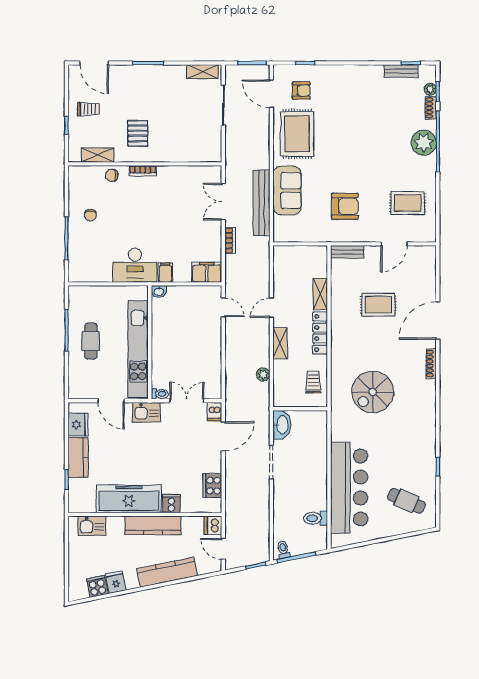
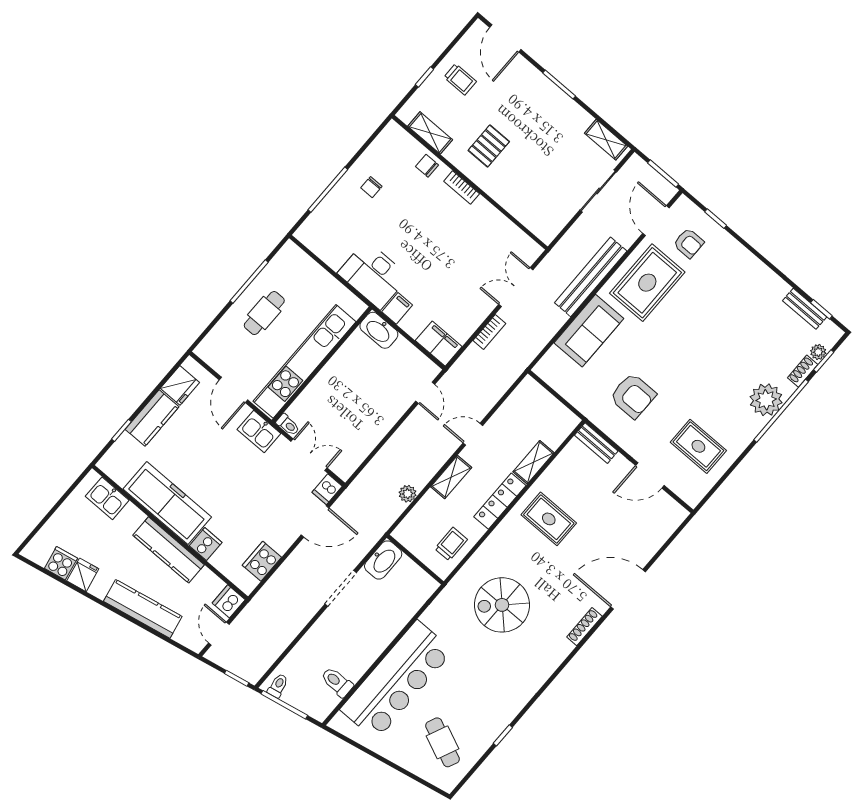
bench: (262, 203) -> (591, 277), moved
washbasin: (159, 292) -> (379, 330), width x1.91, depth x1.45
rug: (378, 305) -> (549, 519), moved

